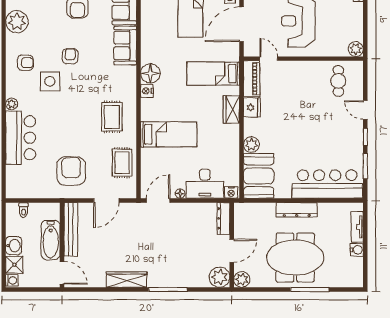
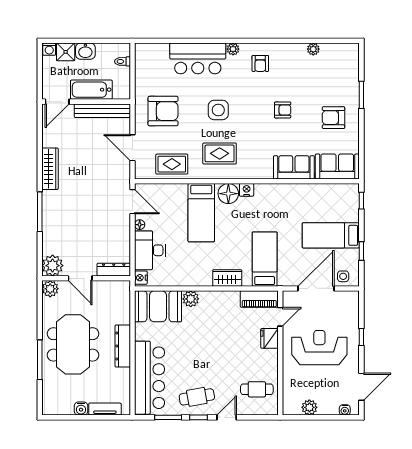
plant: (17, 22) -> (313, 49), width x0.53, depth x0.53
door: (241, 24) -> (316, 288), hinge flipped
plant: (356, 49) -> (309, 407), moved
armchair: (25, 63) -> (260, 63), moved
floor lamp: (150, 73) -> (228, 194), moved
side table: (50, 81) -> (218, 110), moved
fridge: (252, 107) -> (269, 338), moved, turned 90
cafe table: (346, 139) -> (197, 397), added

